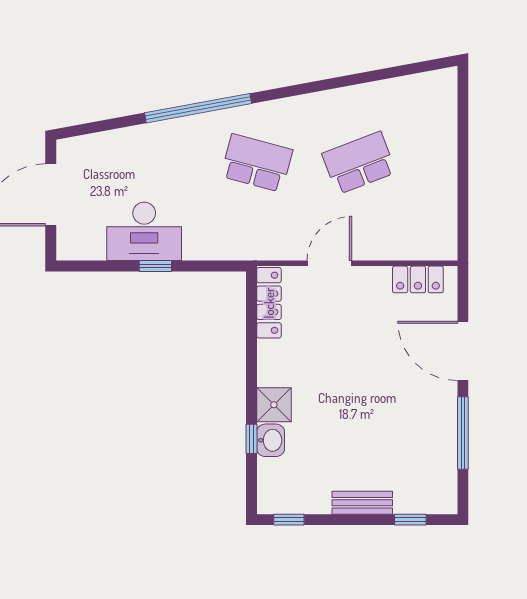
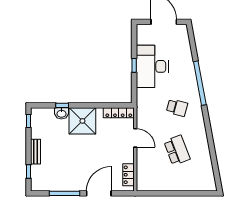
school desk: (257, 163) -> (177, 108), width x0.54
desk: (144, 231) -> (152, 66), width x1.36, depth x1.30
shower: (274, 405) -> (82, 121), width x1.86, depth x1.86

